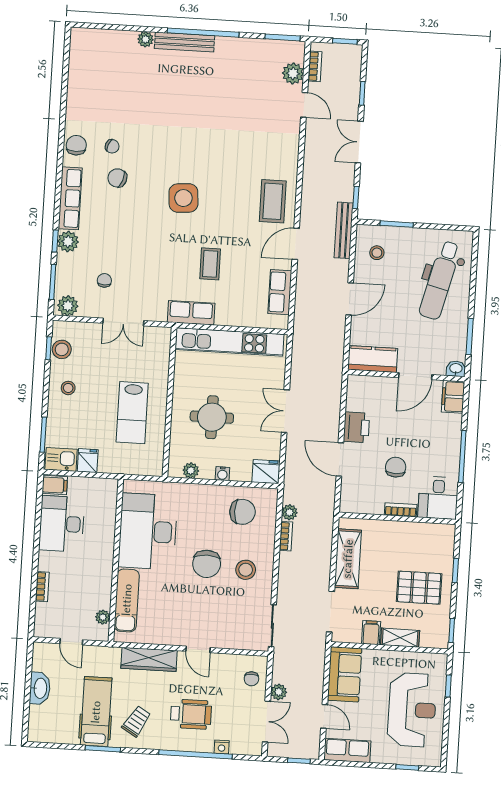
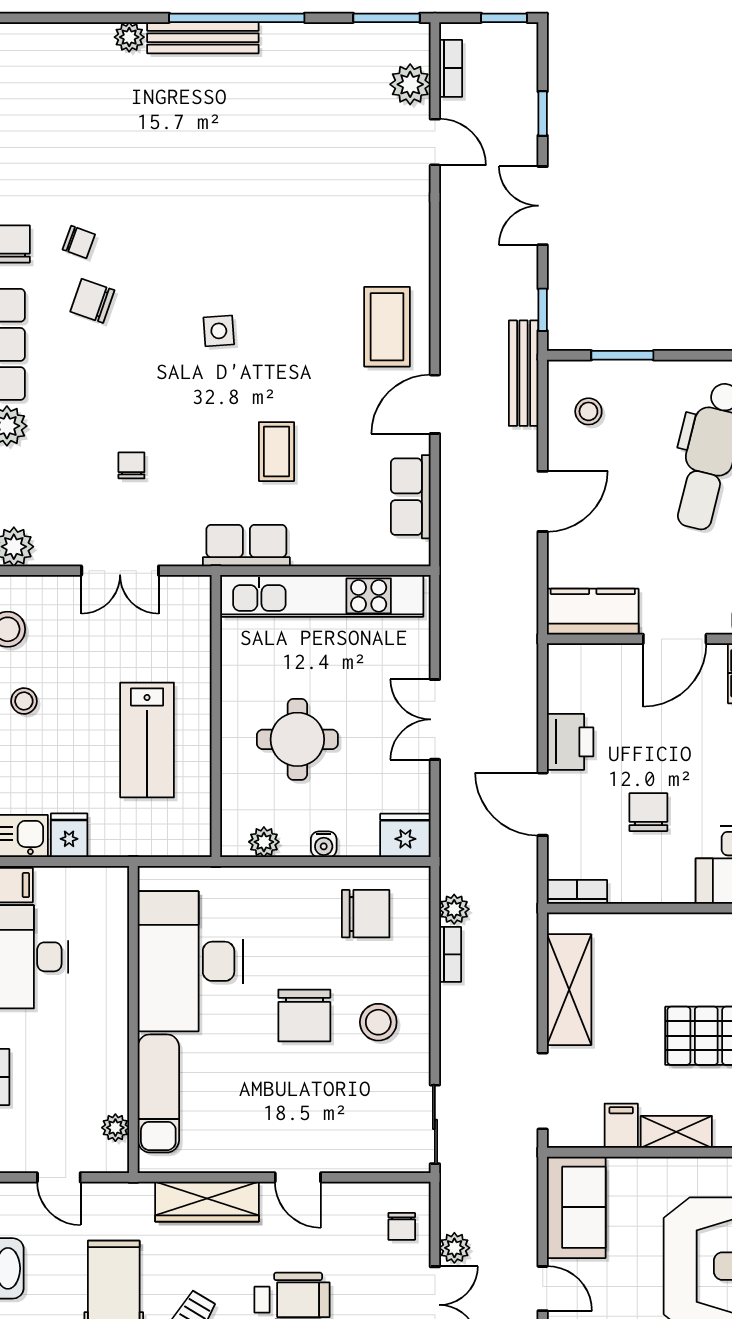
side table: (183, 198) -> (219, 331), width x0.54, depth x0.54
chair: (104, 280) -> (131, 465), moved
bookcase: (401, 510) -> (577, 892), moved

